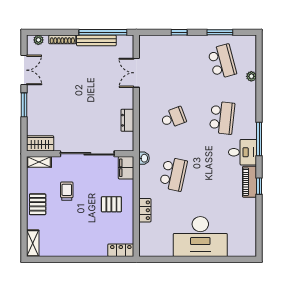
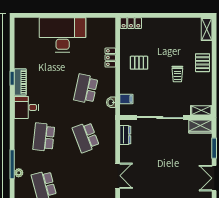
school desk: (173, 118) -> (86, 137), width x1.85
window: (259, 139) -> (12, 164), moved
wardrobe: (40, 143) -> (200, 126), moved
wall: (80, 154) -> (166, 118), moved
sliding door: (87, 154) -> (160, 118), moved
shelving: (39, 162) -> (201, 110), moved
filing cabinet: (126, 168) -> (126, 99), width x0.50

